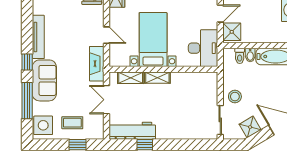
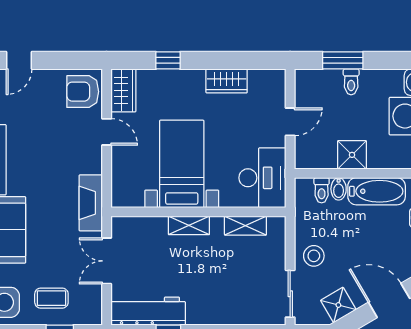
shower: (232, 32) -> (352, 155), moved
door: (106, 35) -> (107, 132), moved
shelving: (131, 78) -> (245, 226), moved

